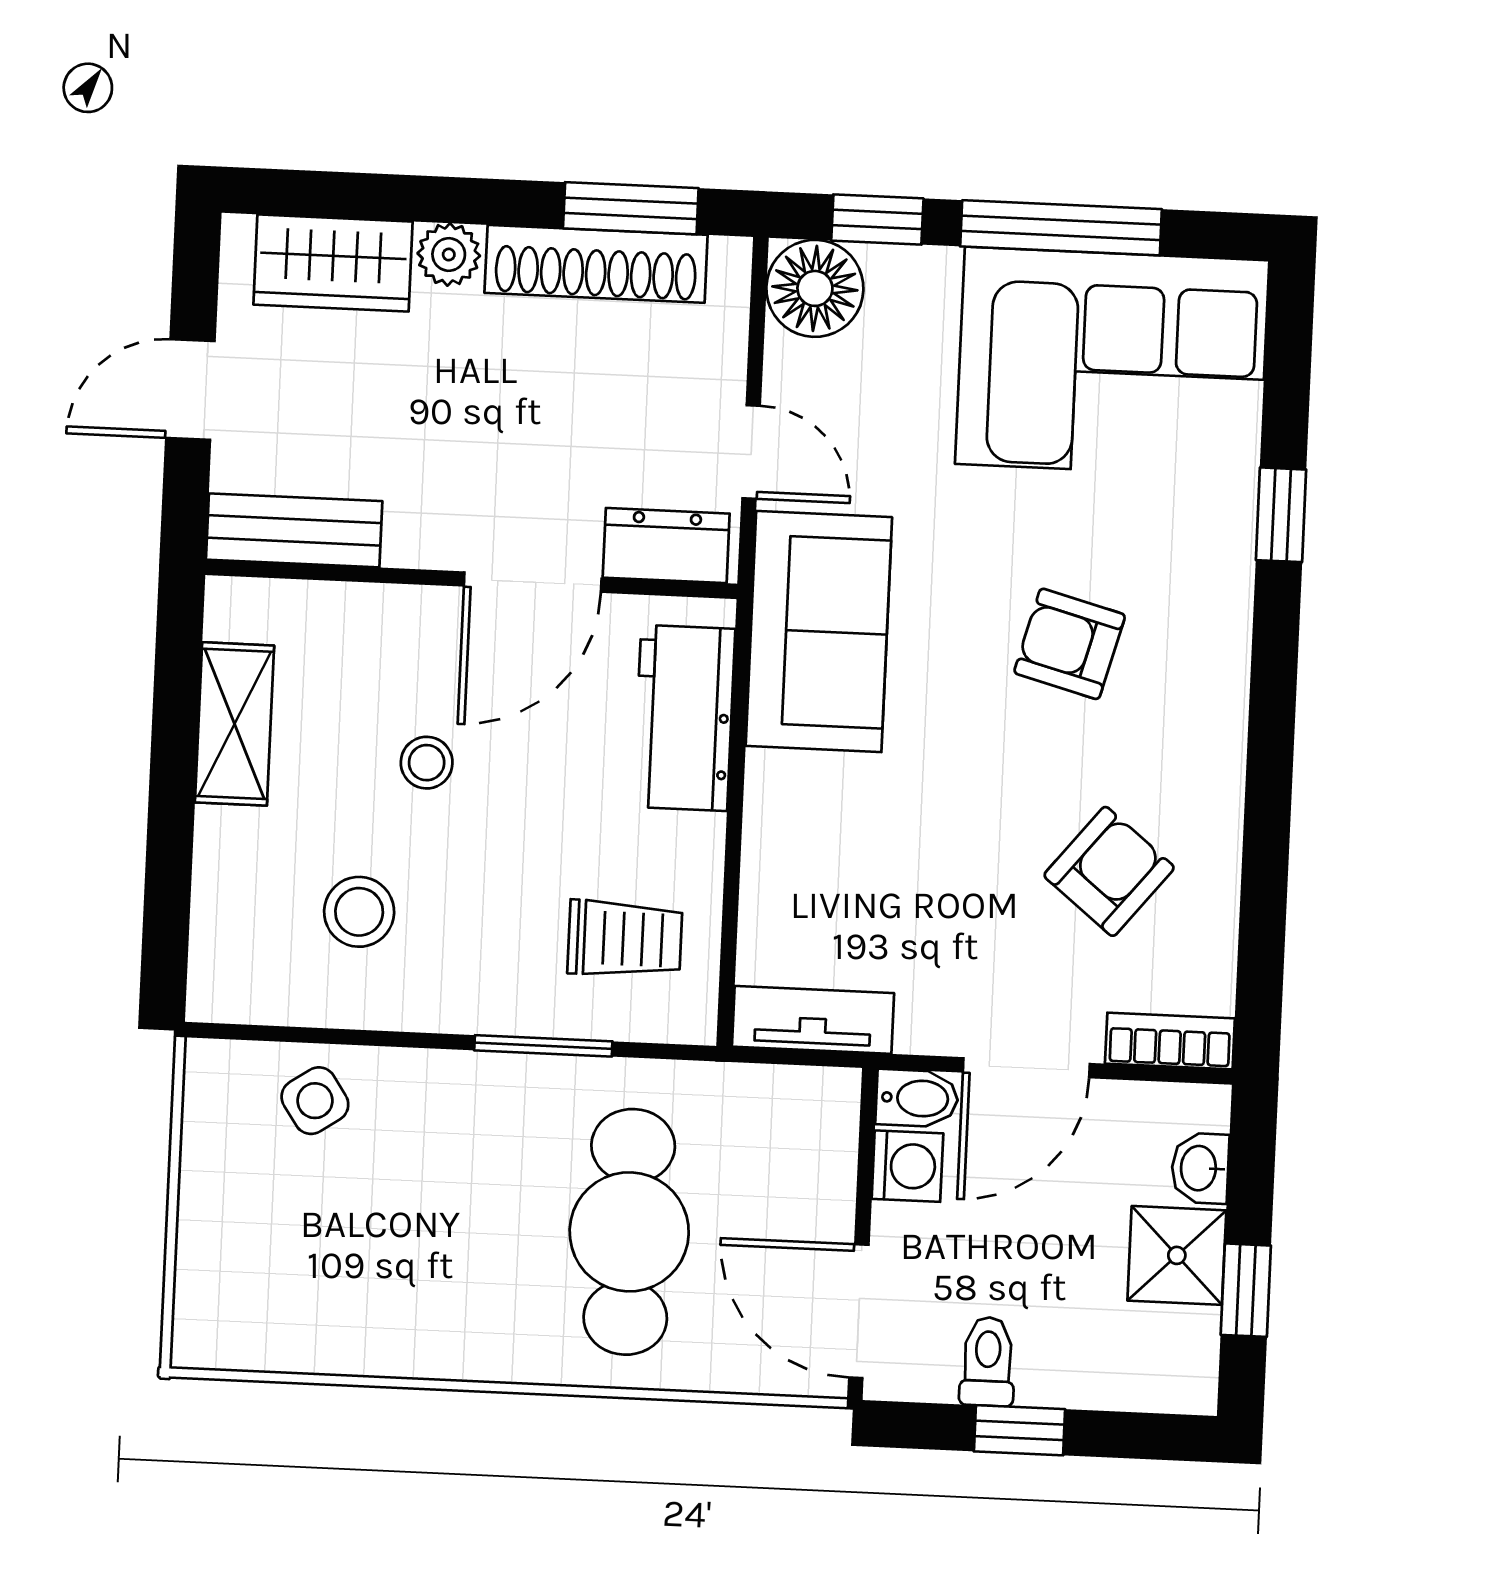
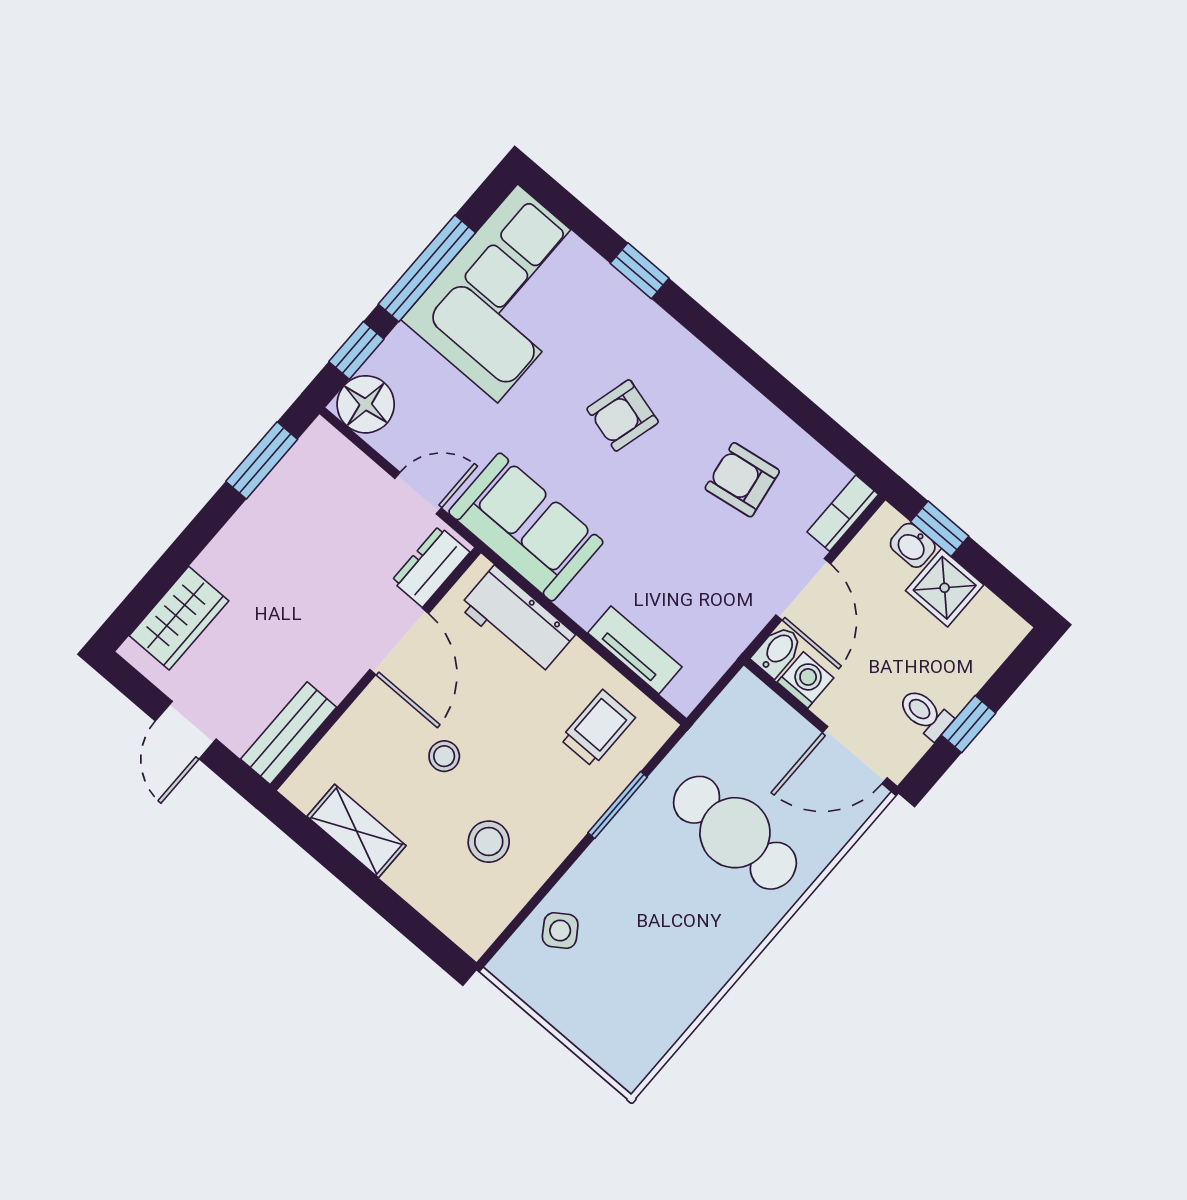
plant: (449, 254) -> (217, 561), removed
shoe rack: (596, 264) -> (275, 497), removed
armchair: (1109, 871) -> (742, 480), turned -48
tv unit: (813, 1020) -> (635, 650), moved, turned 90
window: (1246, 1290) -> (940, 529), moved

